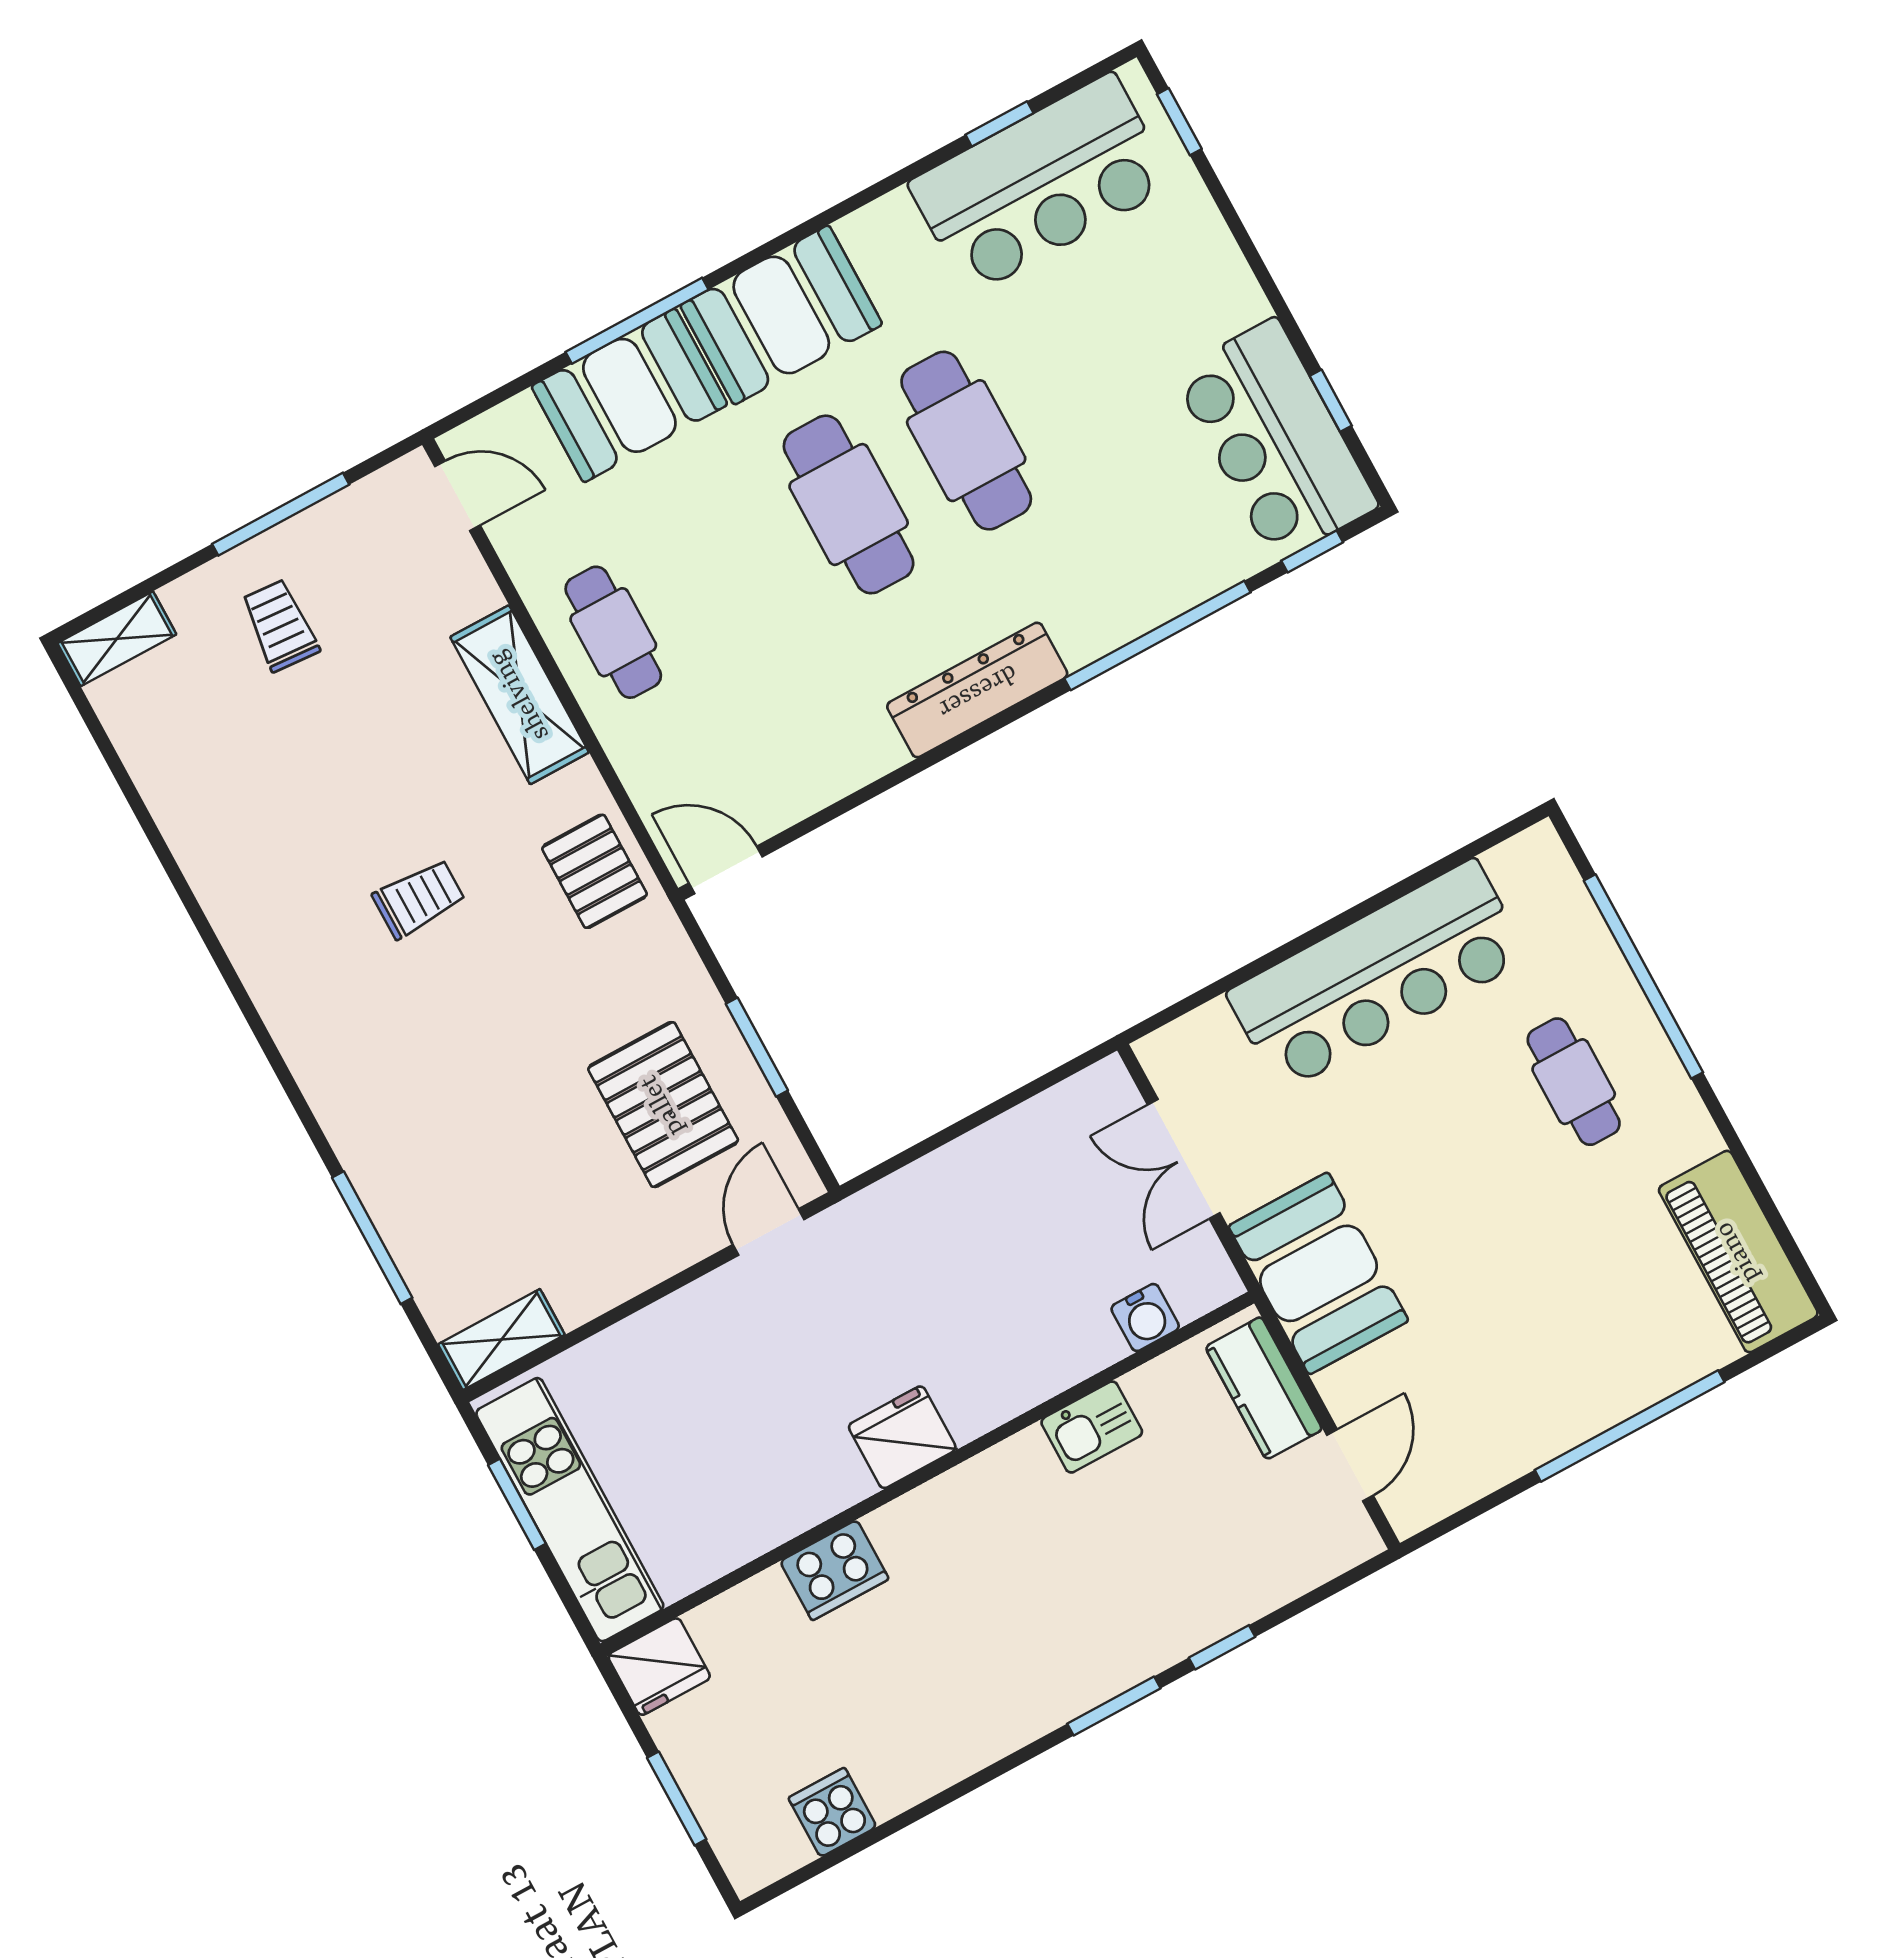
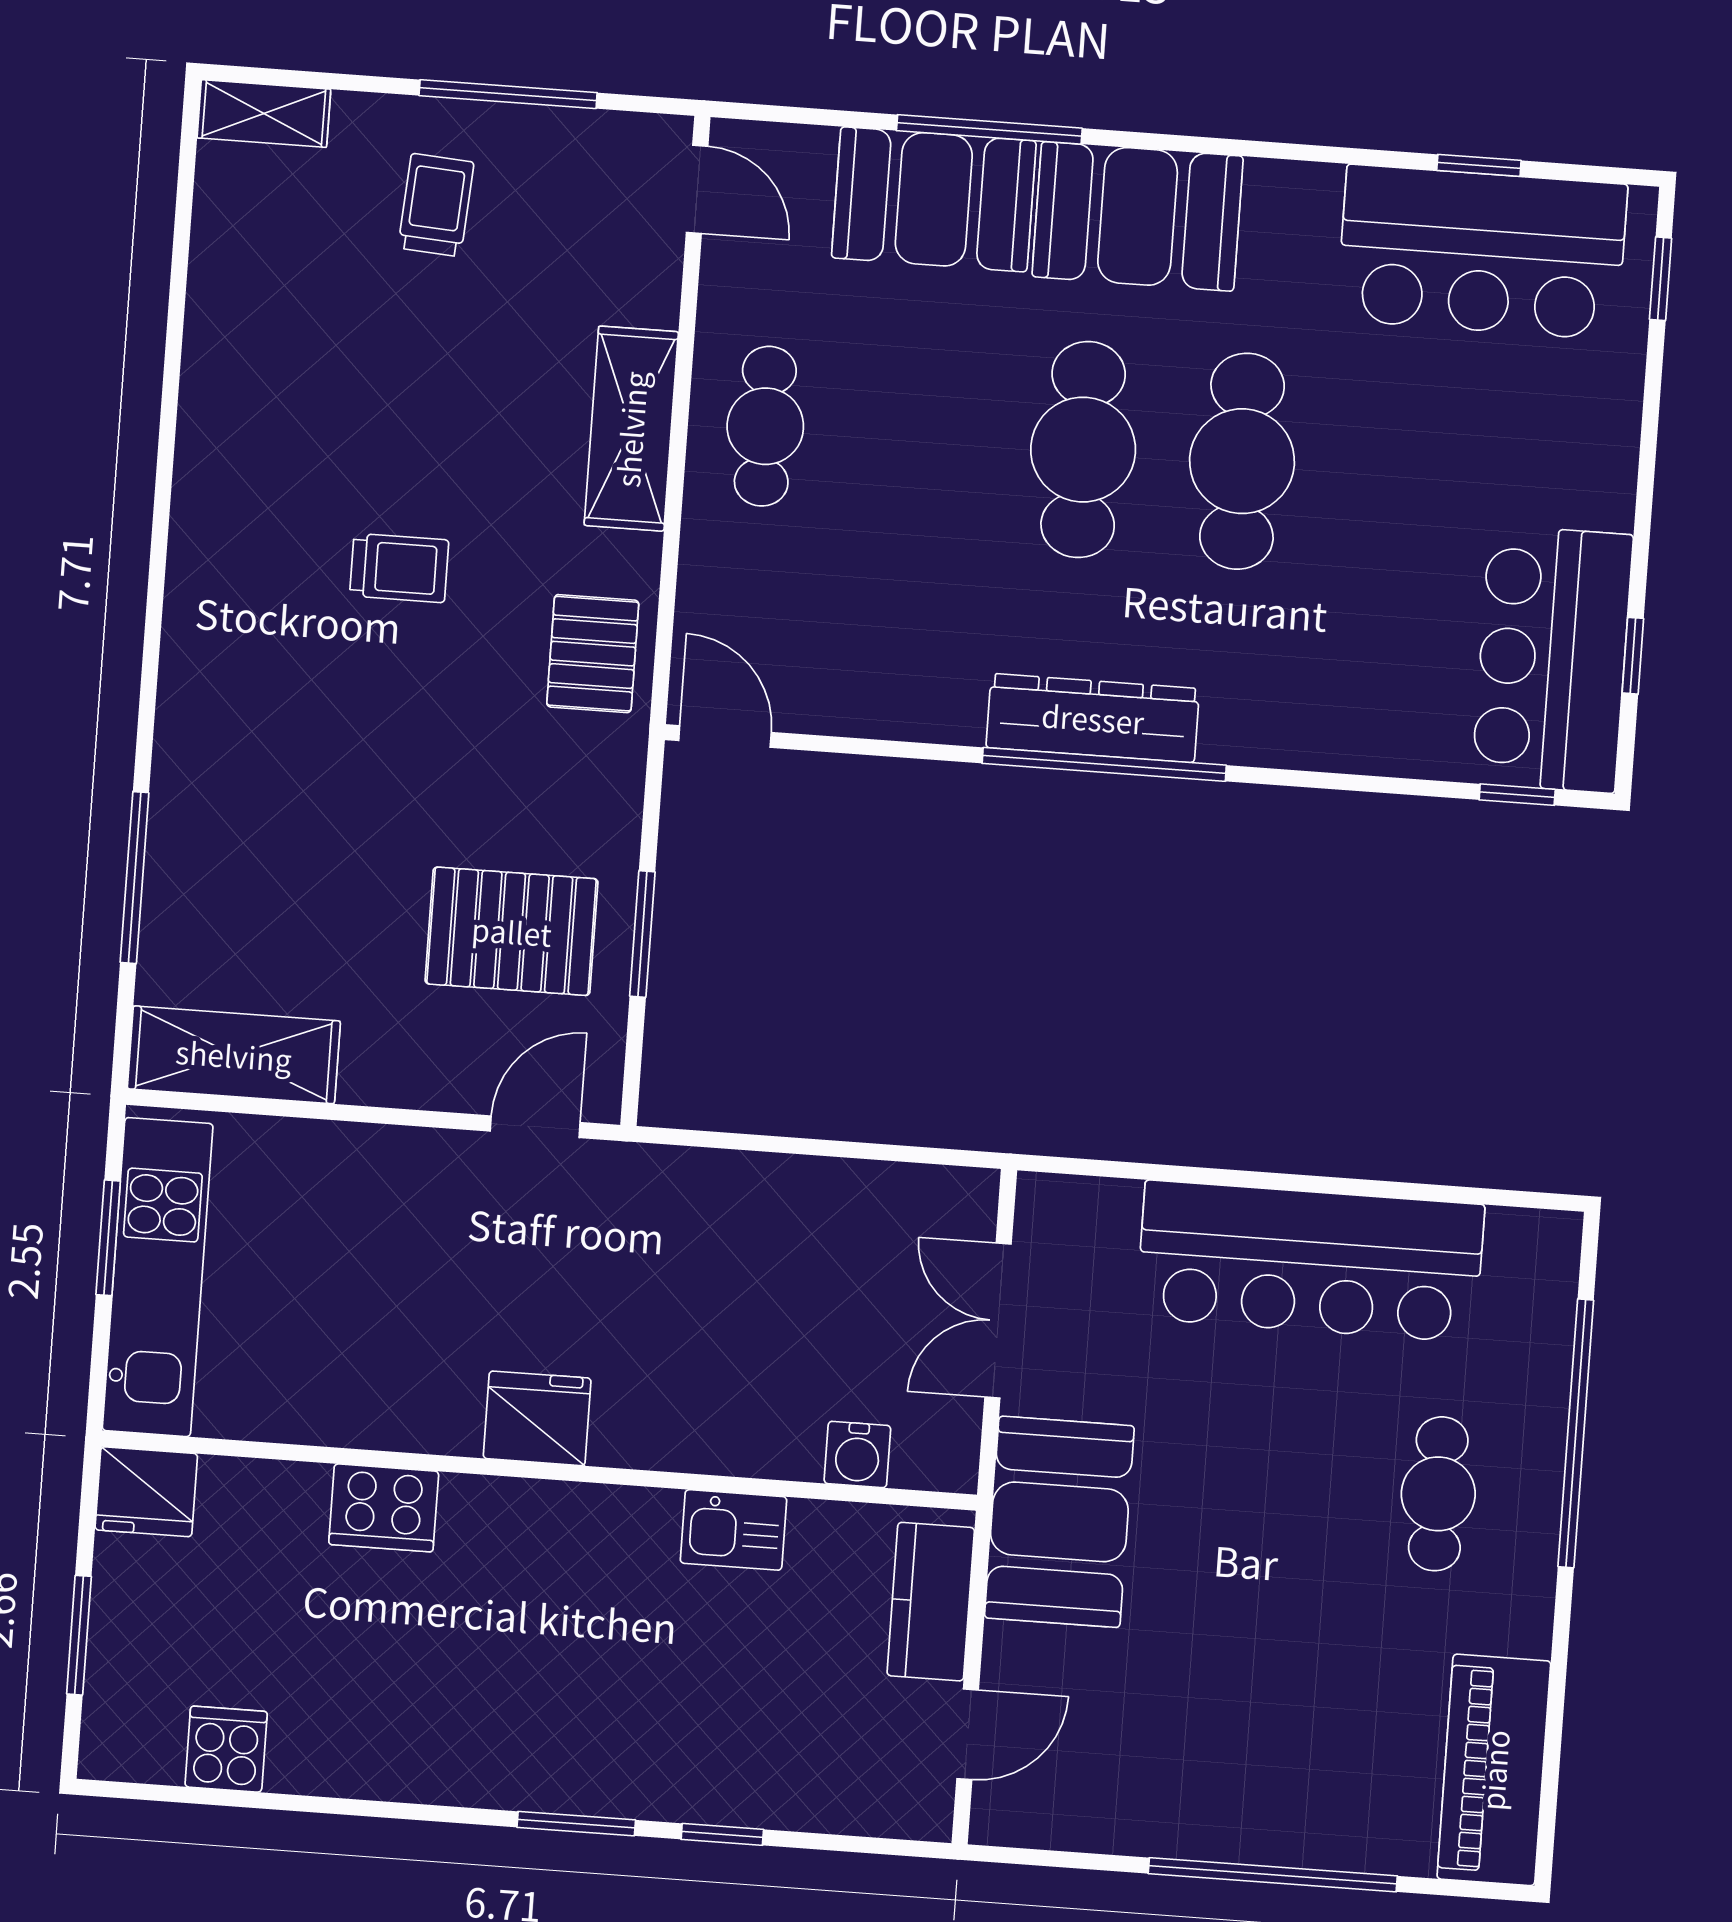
window: (1157, 635) -> (1104, 764), moved
pallet: (663, 1105) -> (512, 931), turned 90
shelving: (501, 1339) -> (234, 1055), width x1.50, depth x1.33

